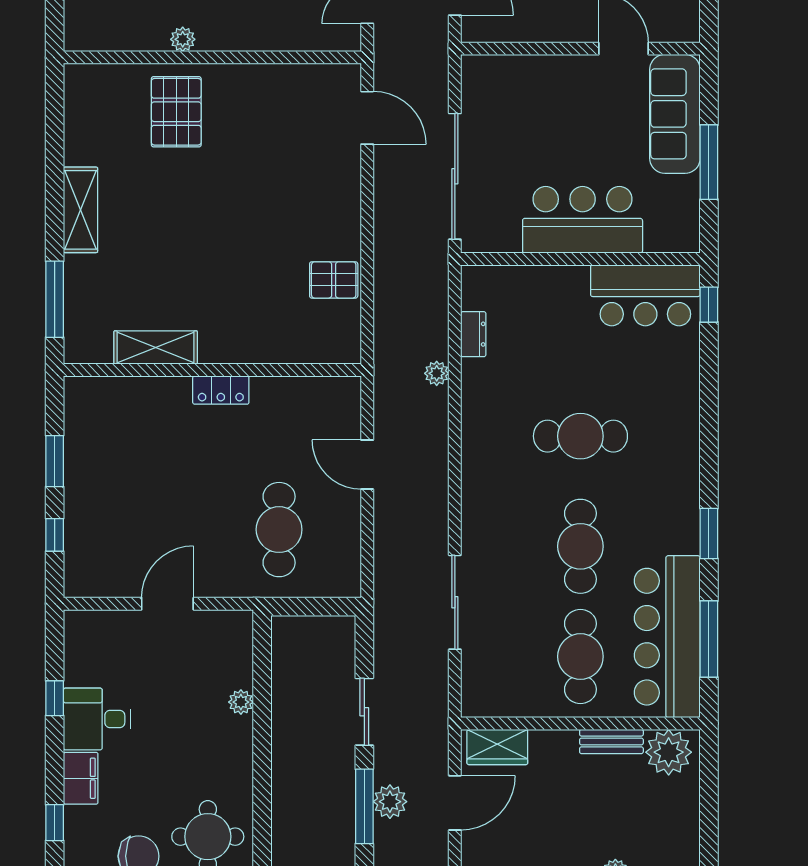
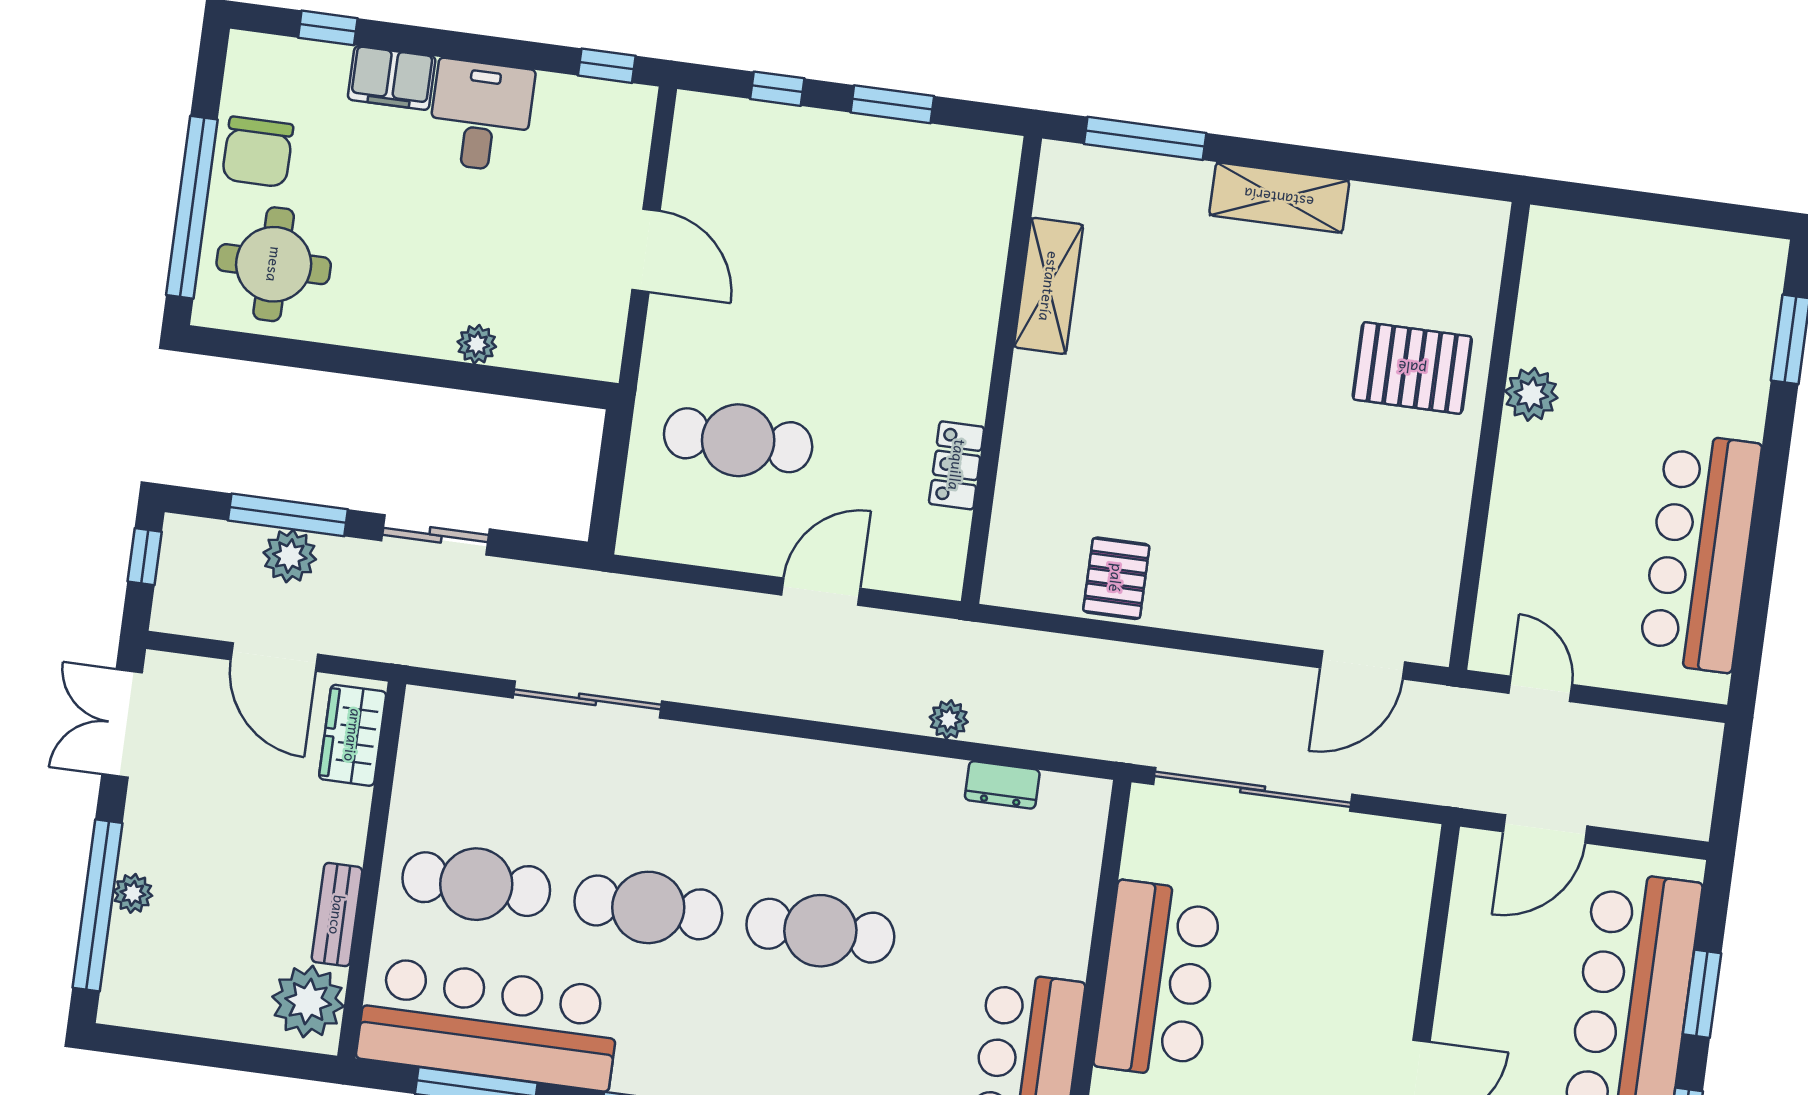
plant: (183, 39) -> (1531, 394), width x1.38, depth x1.38
locker: (221, 390) -> (957, 465), moved
cafe table: (580, 436) -> (820, 931), turned 90
window: (55, 698) -> (607, 66), moved

